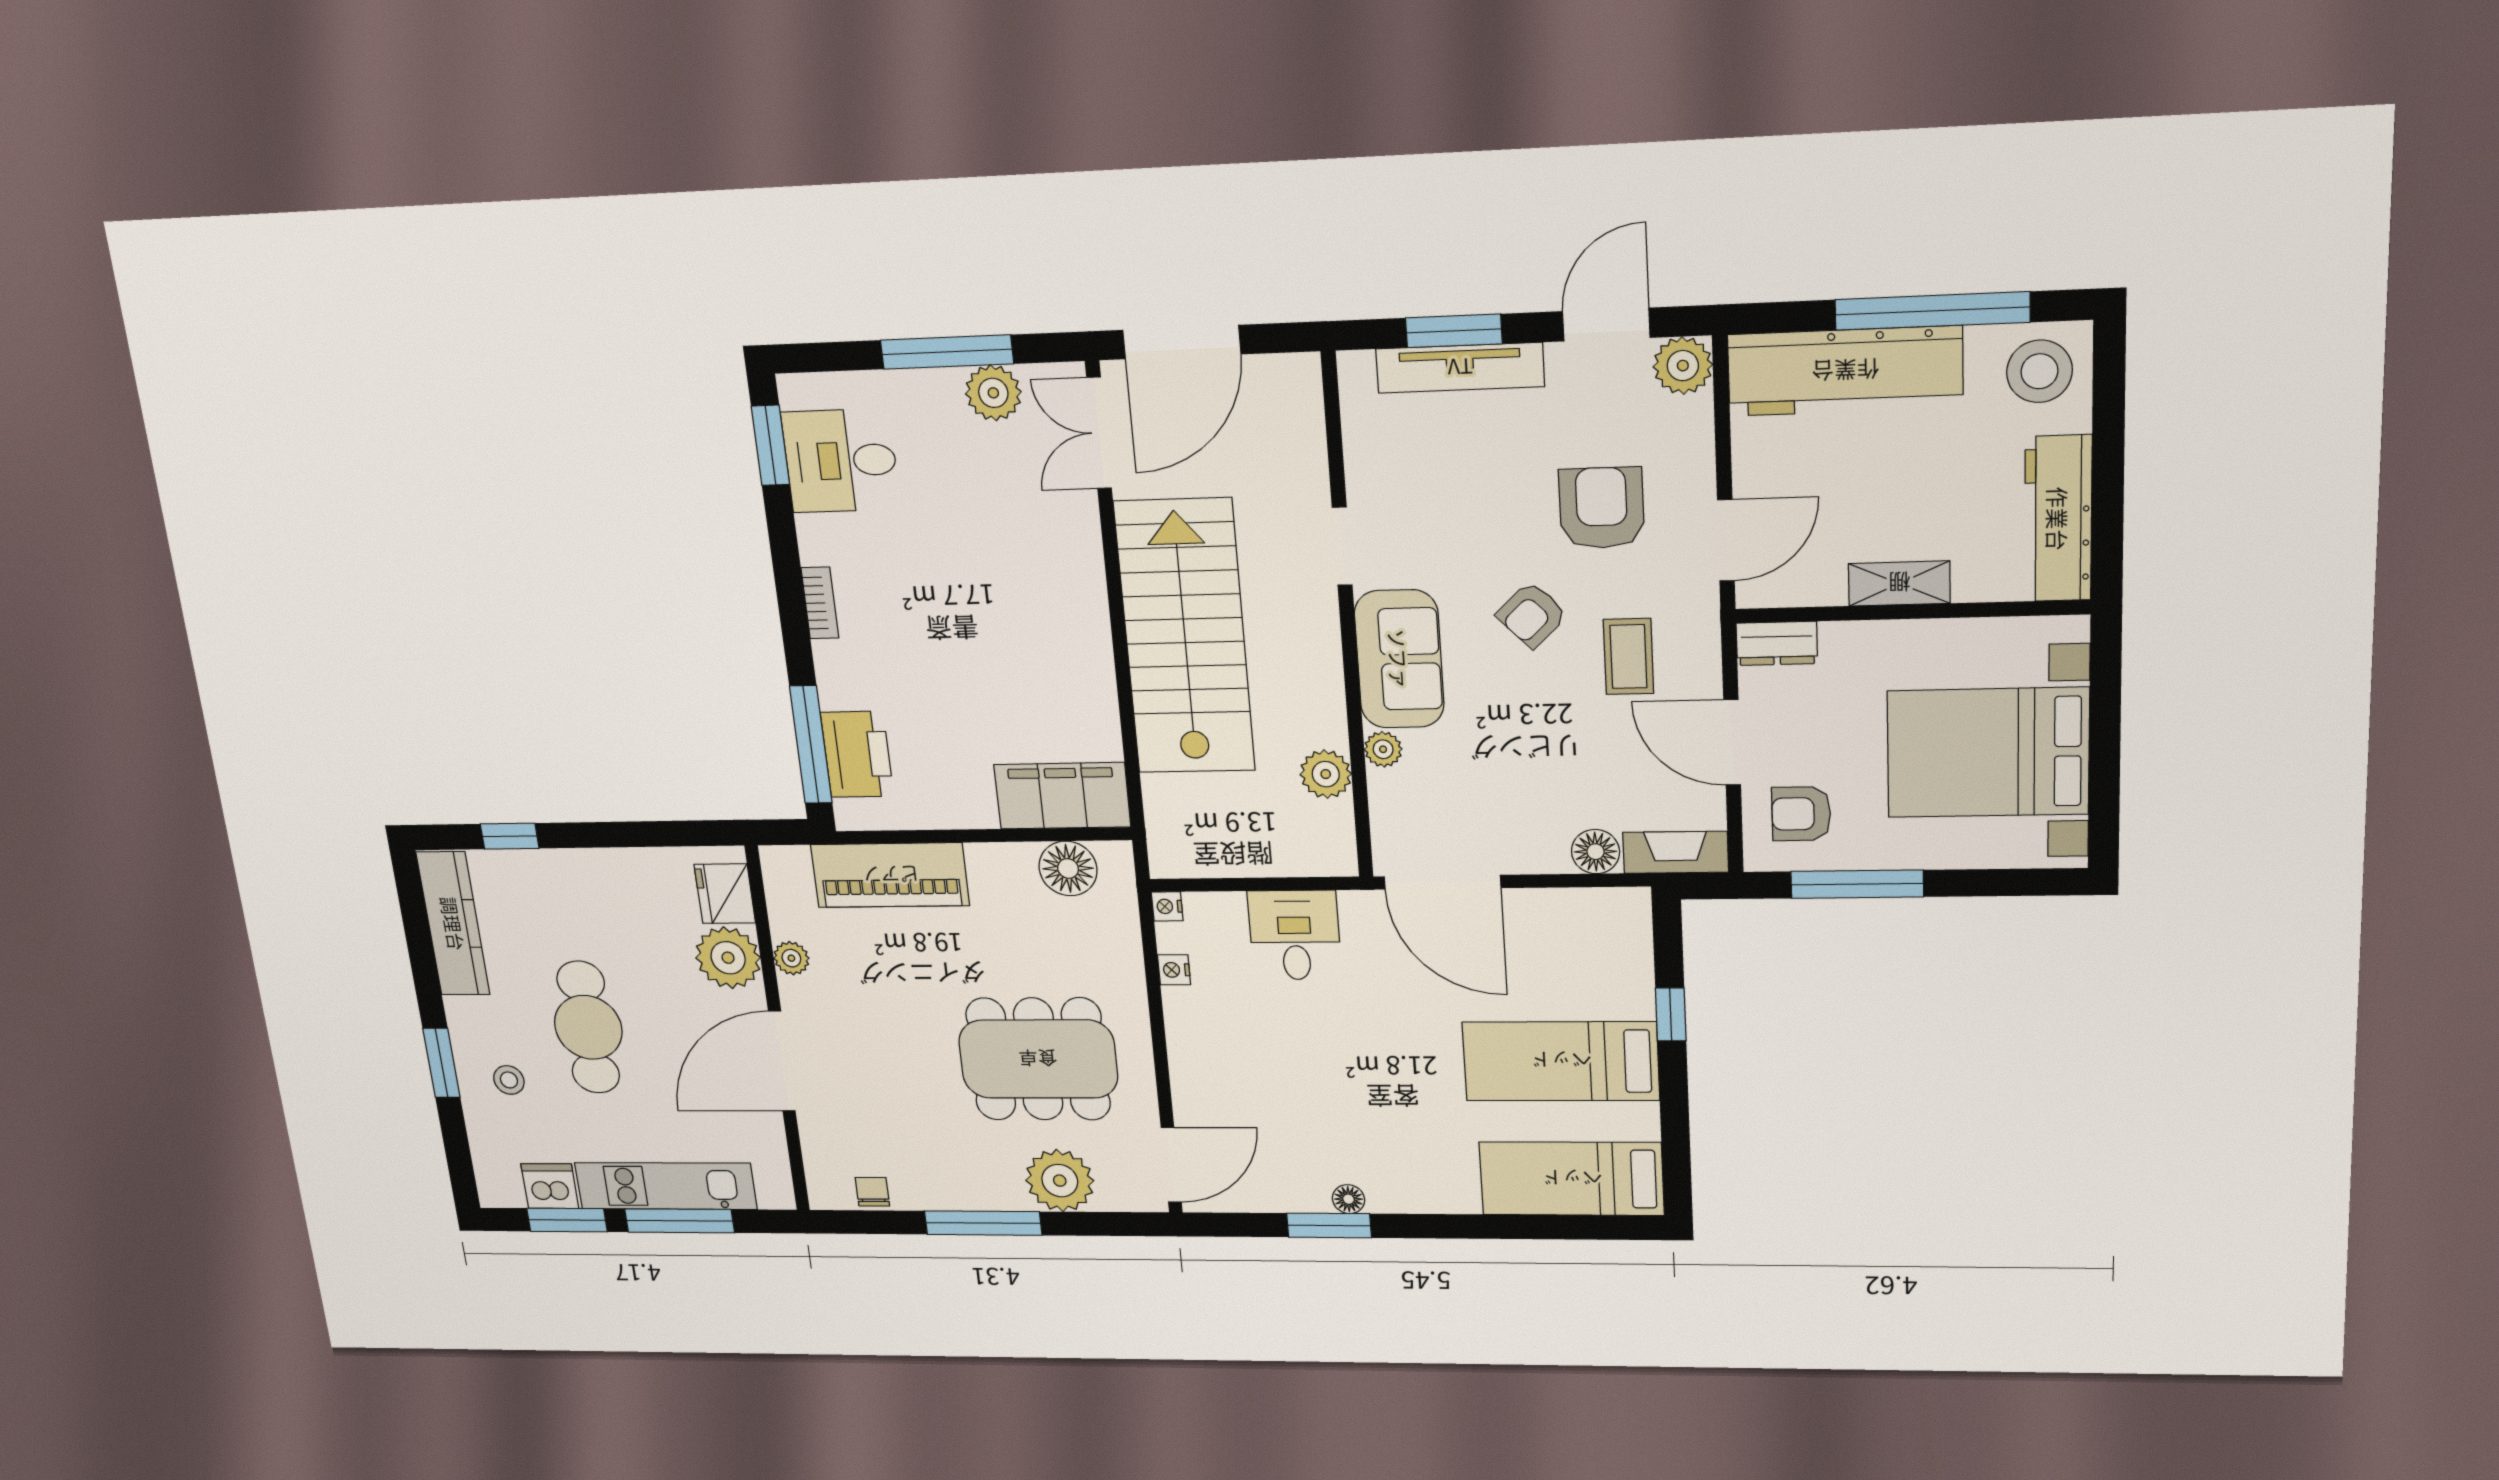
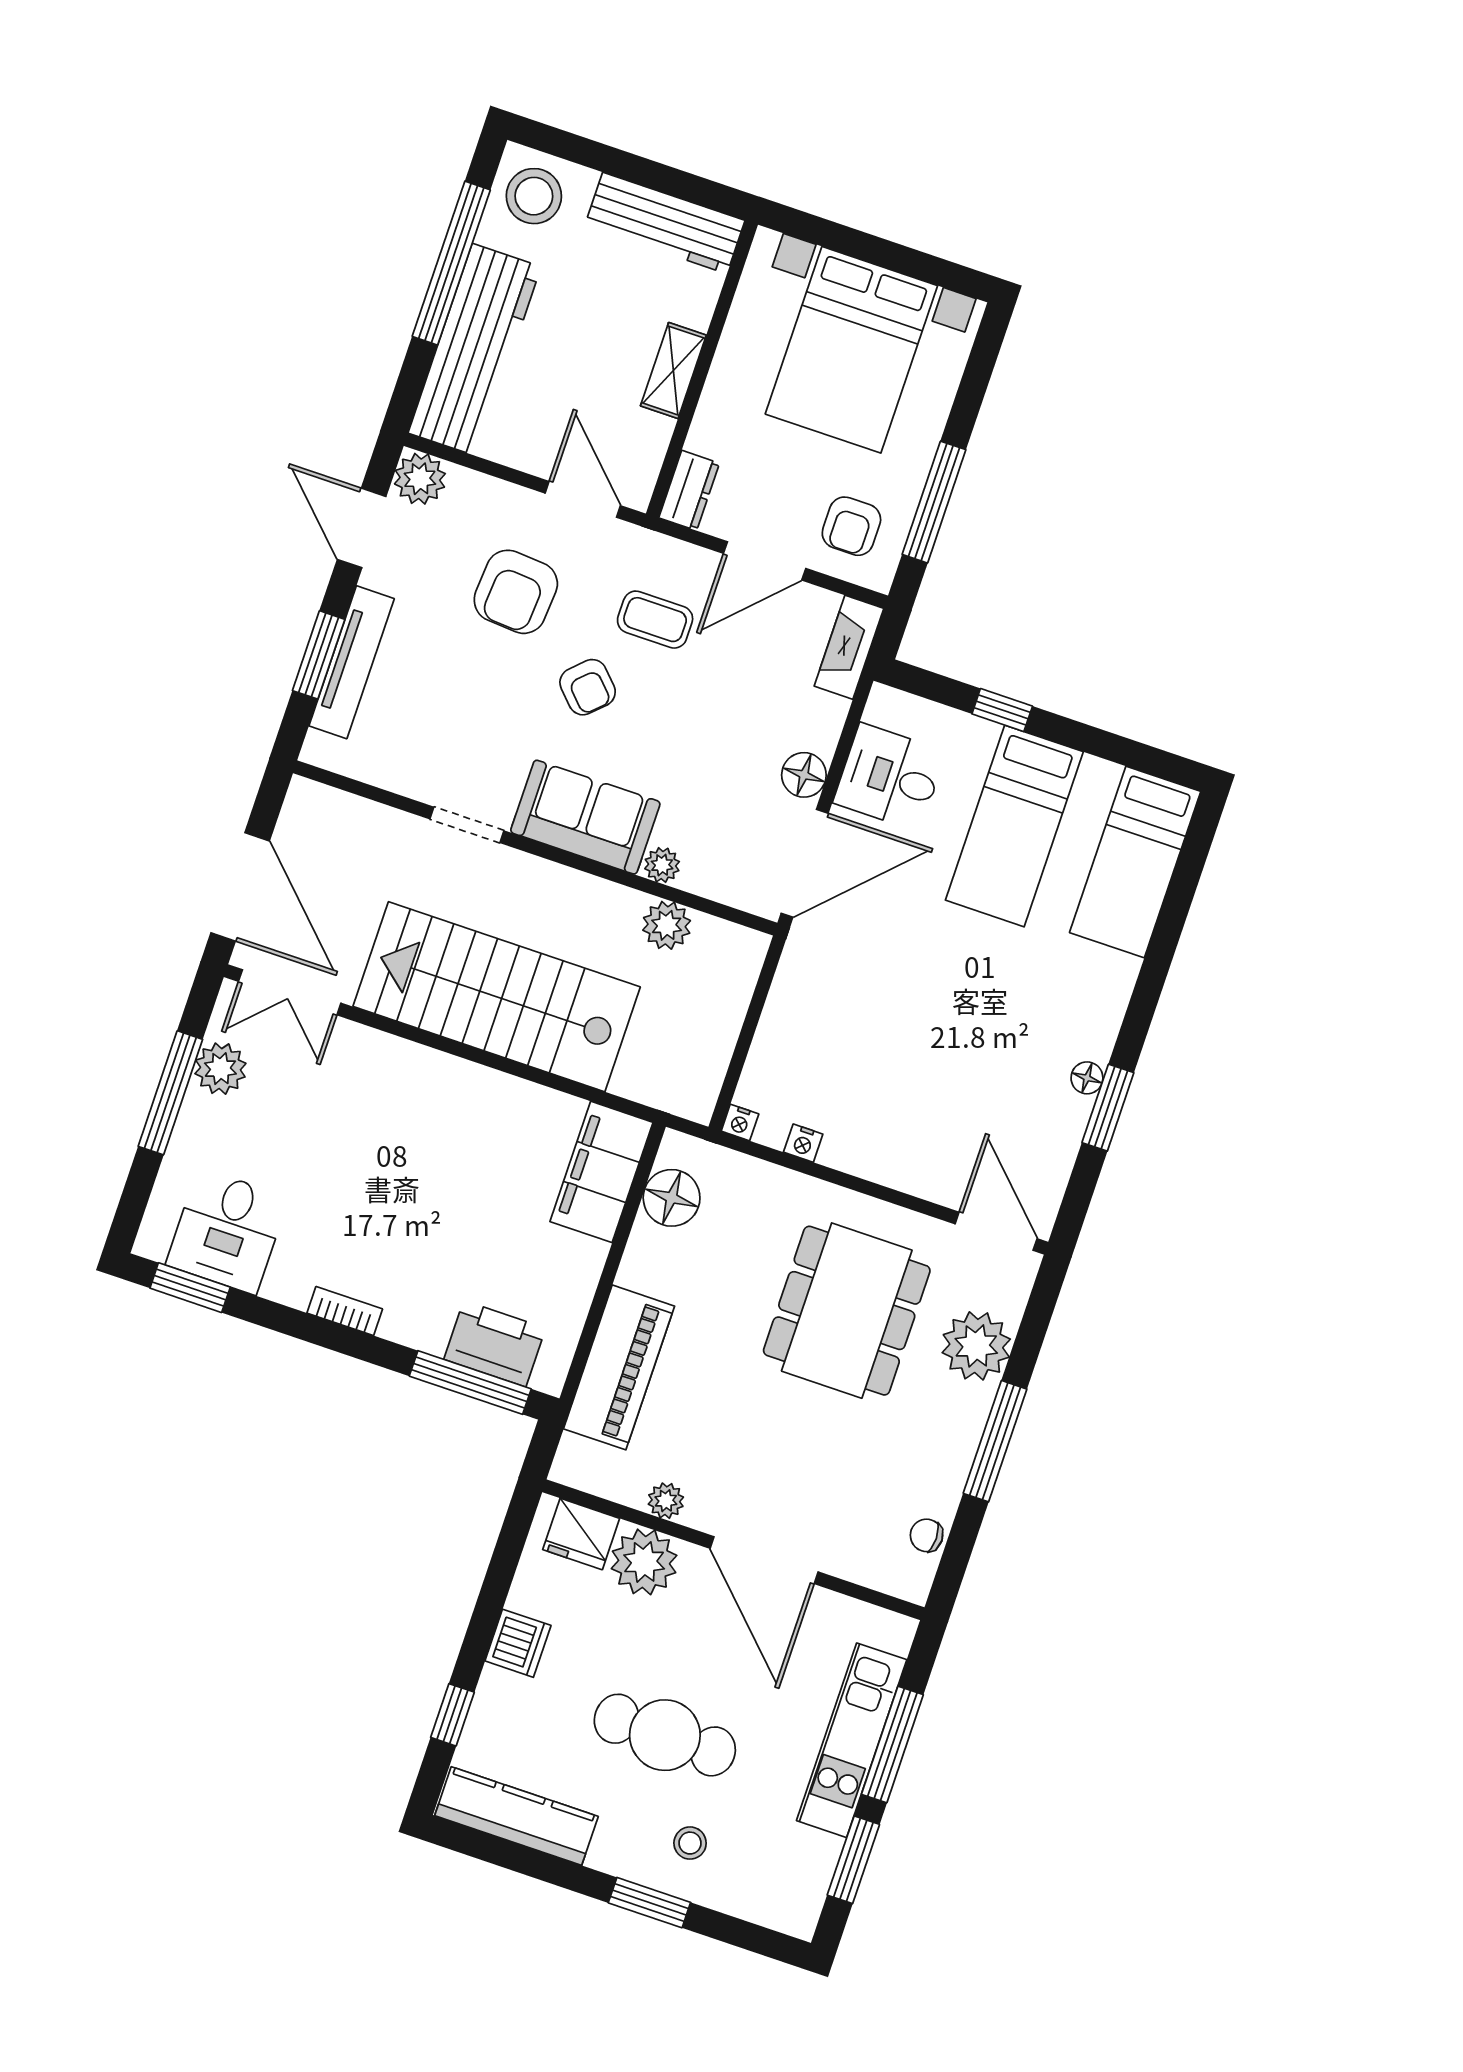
armchair: (1602, 508) -> (516, 592), turned -86
floor lamp: (1595, 852) -> (804, 775), moved
desk: (1295, 935) -> (890, 777), moved
dishwasher: (550, 1186) -> (518, 1643), moved, turned 180

